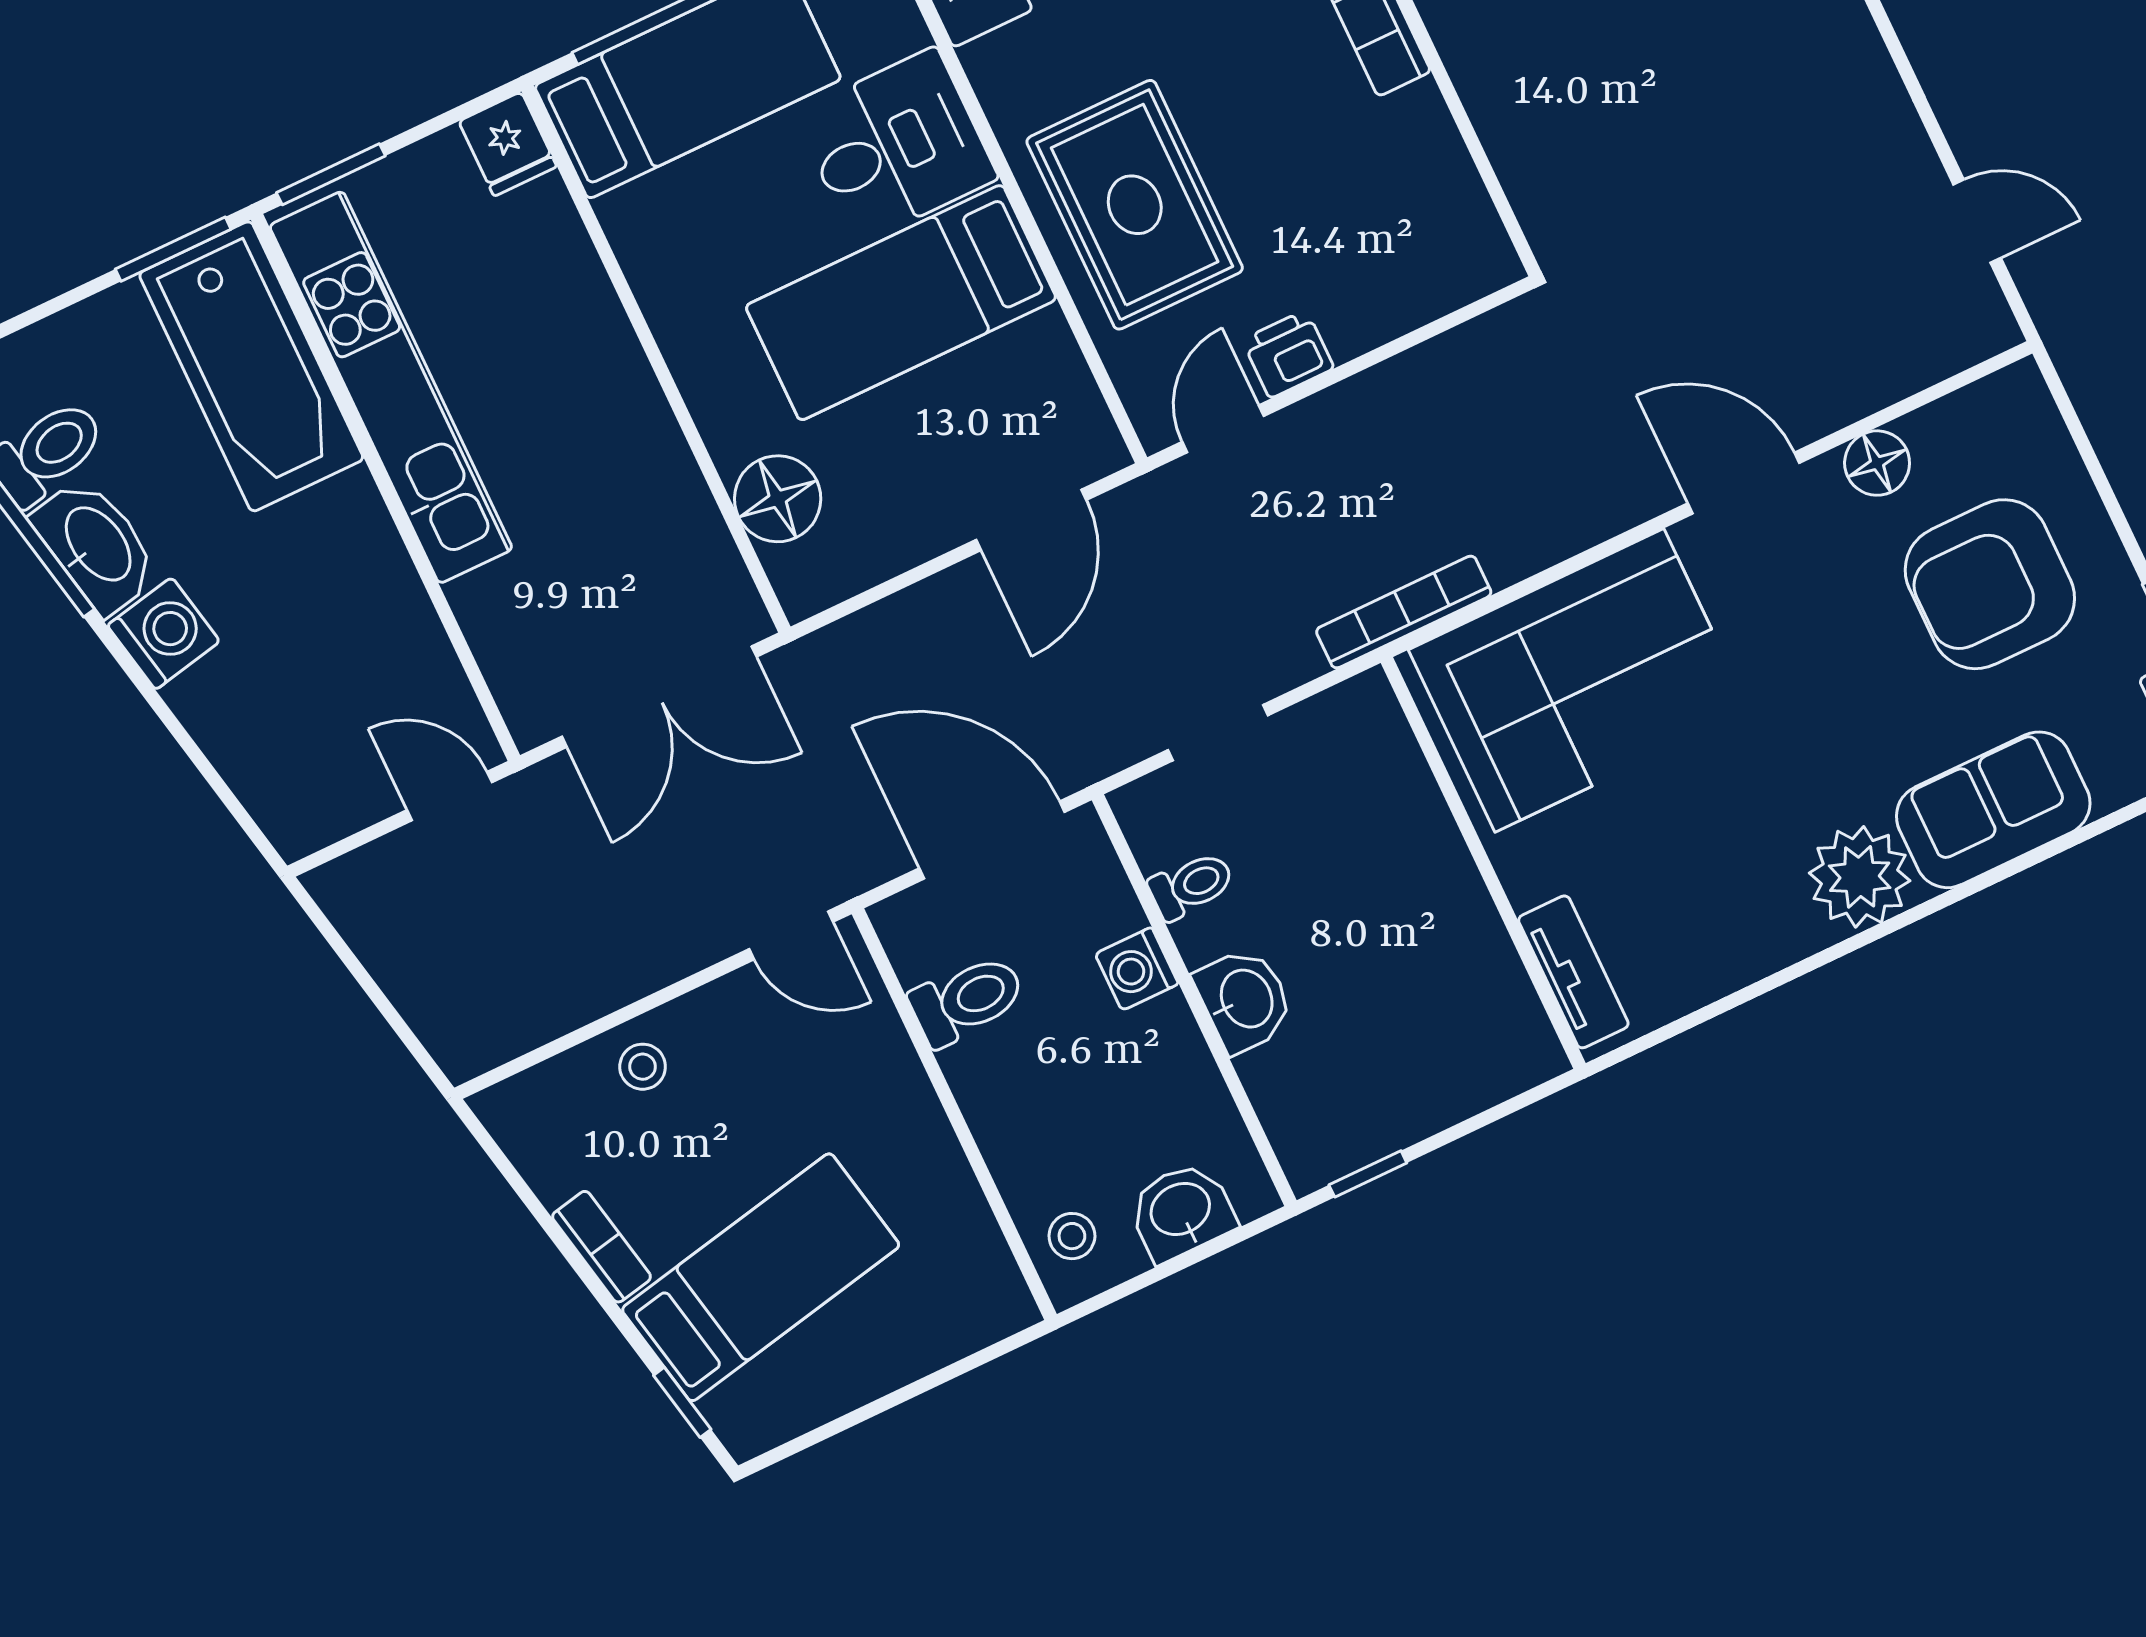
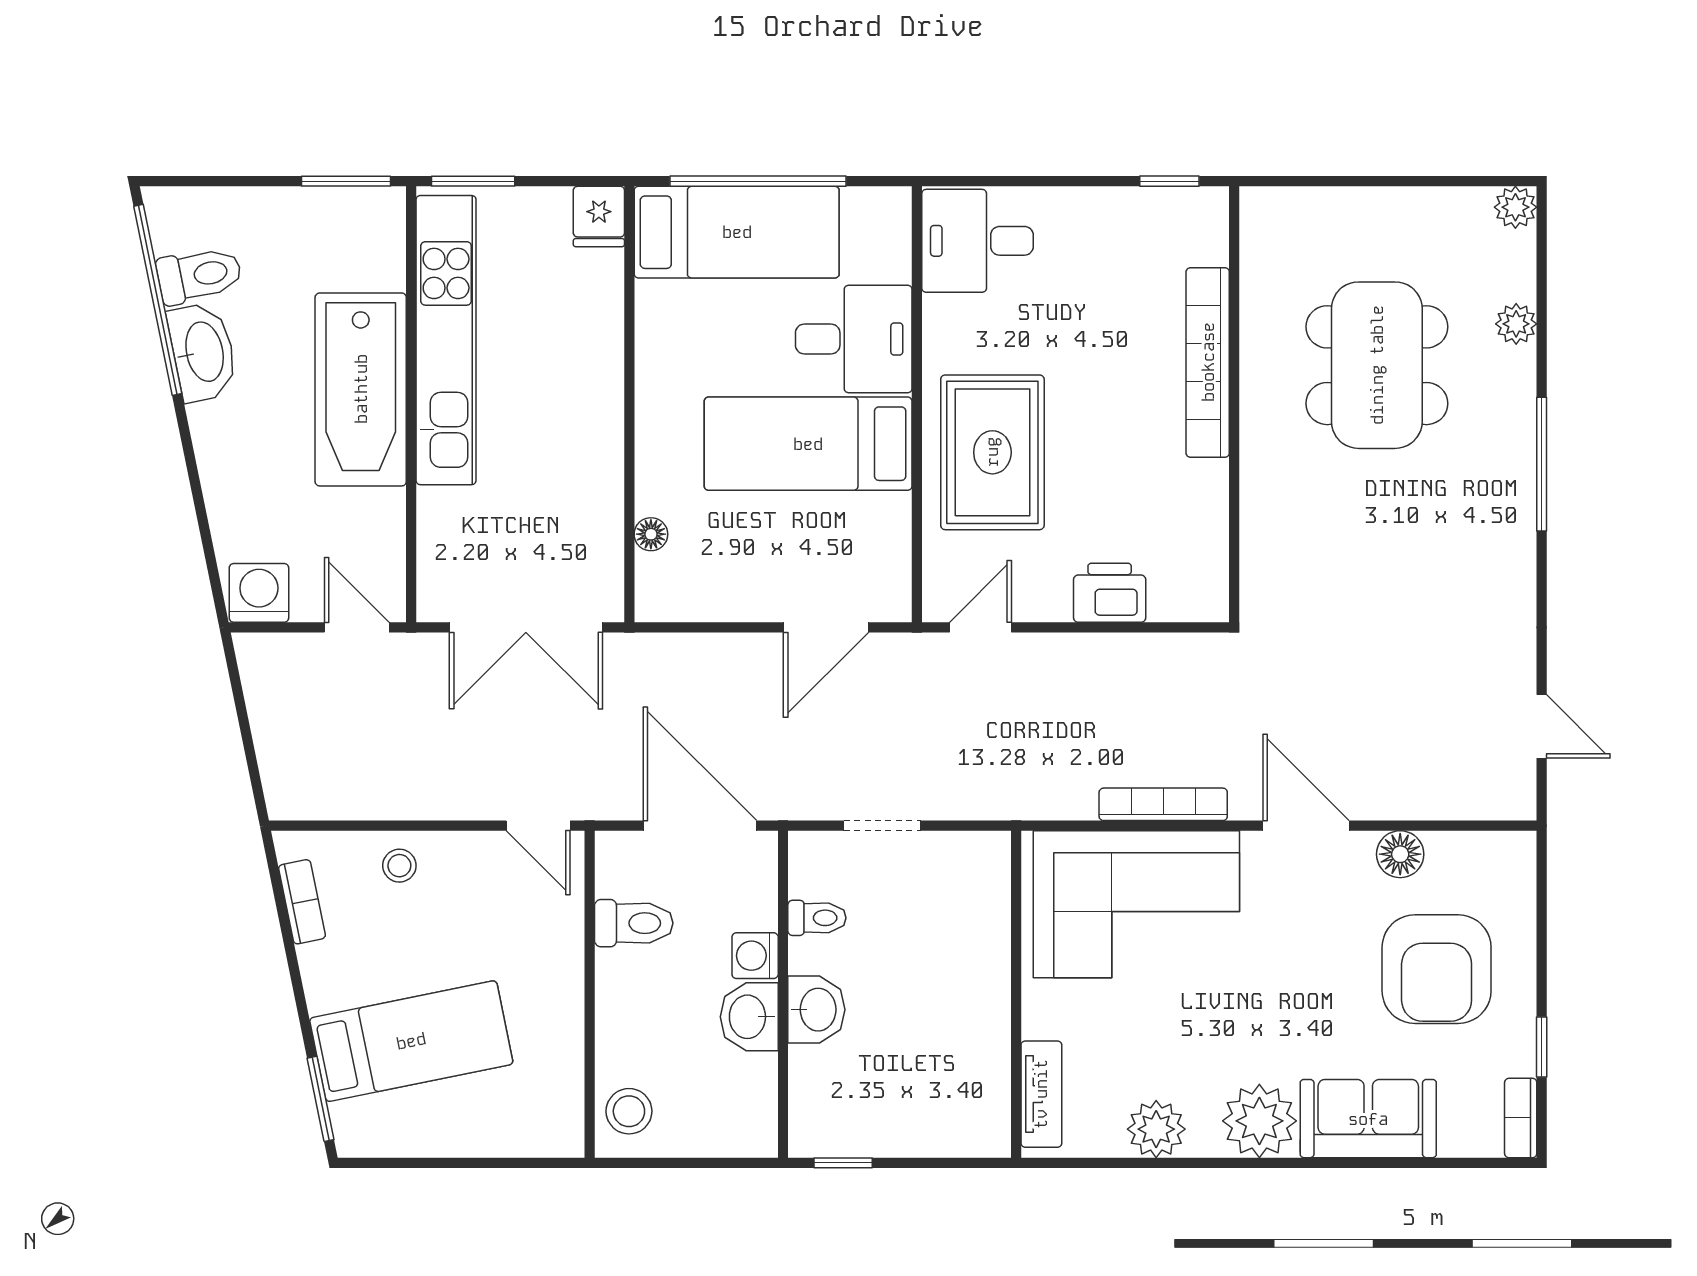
printer: (1288, 354) -> (1110, 593), moved, width x1.36, depth x1.24
bathtub: (251, 366) -> (361, 389), moved
floor lamp: (778, 499) -> (651, 534), width x0.53, depth x0.53
armchair: (1990, 584) -> (1437, 969), turned -90
bookcase: (1404, 612) -> (1163, 804), moved
washing machine: (164, 633) -> (259, 593), moved, turned -78
plant: (1736, 948) -> (1156, 1129), added
washbasin: (1181, 1211) -> (749, 1017), moved, turned -90
stool: (1072, 1236) -> (629, 1111), width x1.37, depth x1.37
bookcase: (602, 1247) -> (302, 902), moved
window: (682, 1402) -> (321, 1099), width x1.50

